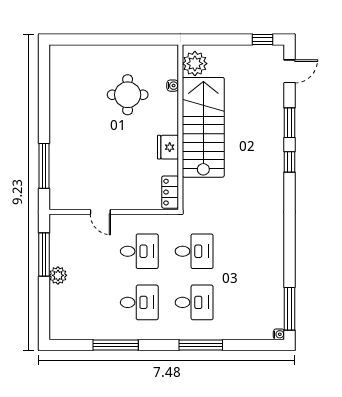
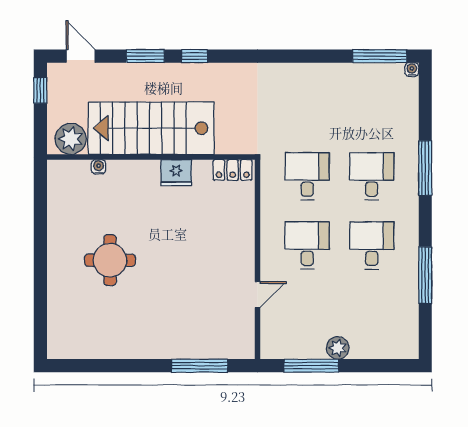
plant: (195, 64) -> (71, 139), moved
water cooler: (173, 86) -> (98, 167), moved
wall: (180, 127) -> (151, 157), moved
stairs: (203, 127) -> (151, 128), moved
fridge: (168, 147) -> (176, 173), moved
locker: (170, 192) -> (233, 170), moved

